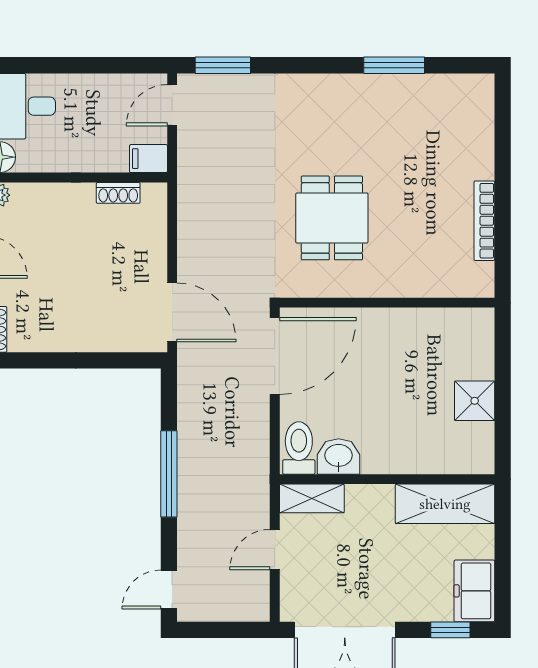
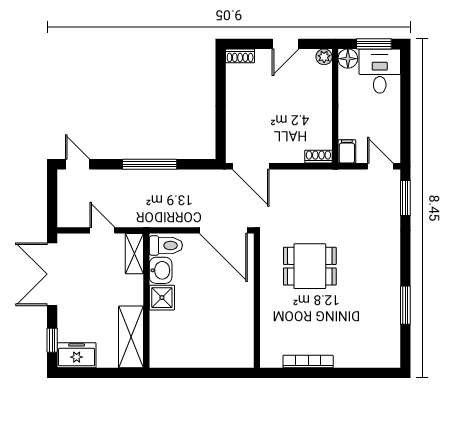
shoe rack: (118, 193) -> (318, 157), moved, turned 90
door: (172, 312) -> (251, 166), hinge flipped
shower: (475, 401) -> (162, 298), moved

